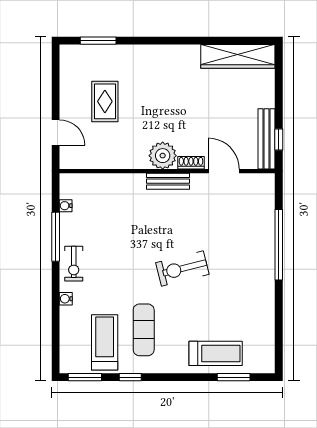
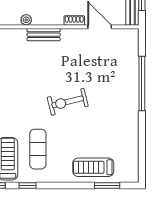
plant: (163, 156) -> (26, 20), moved, width x0.53, depth x0.53
bench: (168, 181) -> (44, 35), moved
treadmill: (216, 353) -> (93, 167), turned 180

